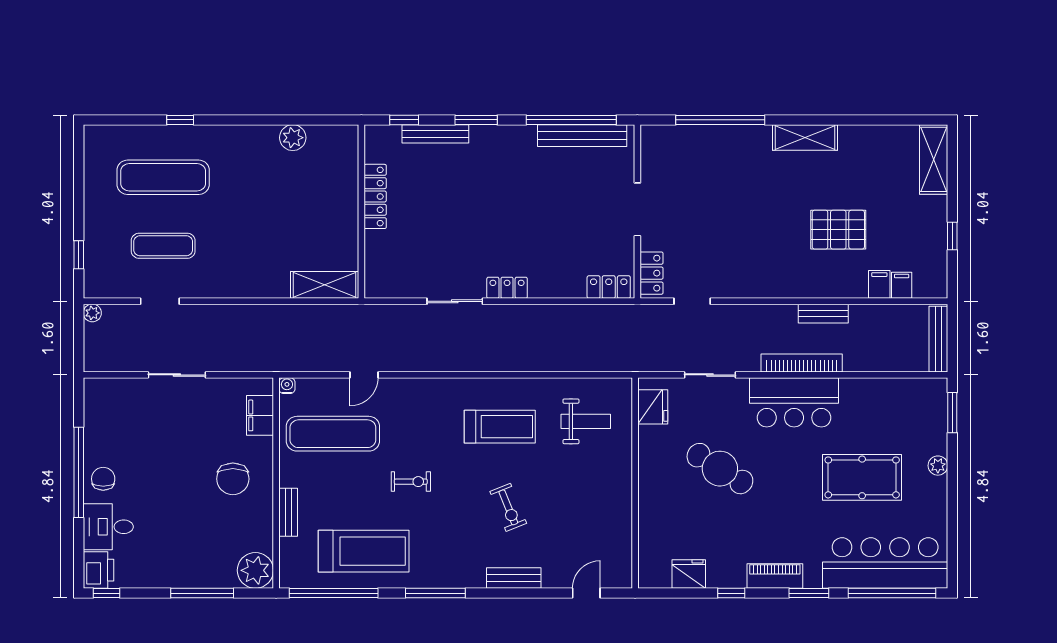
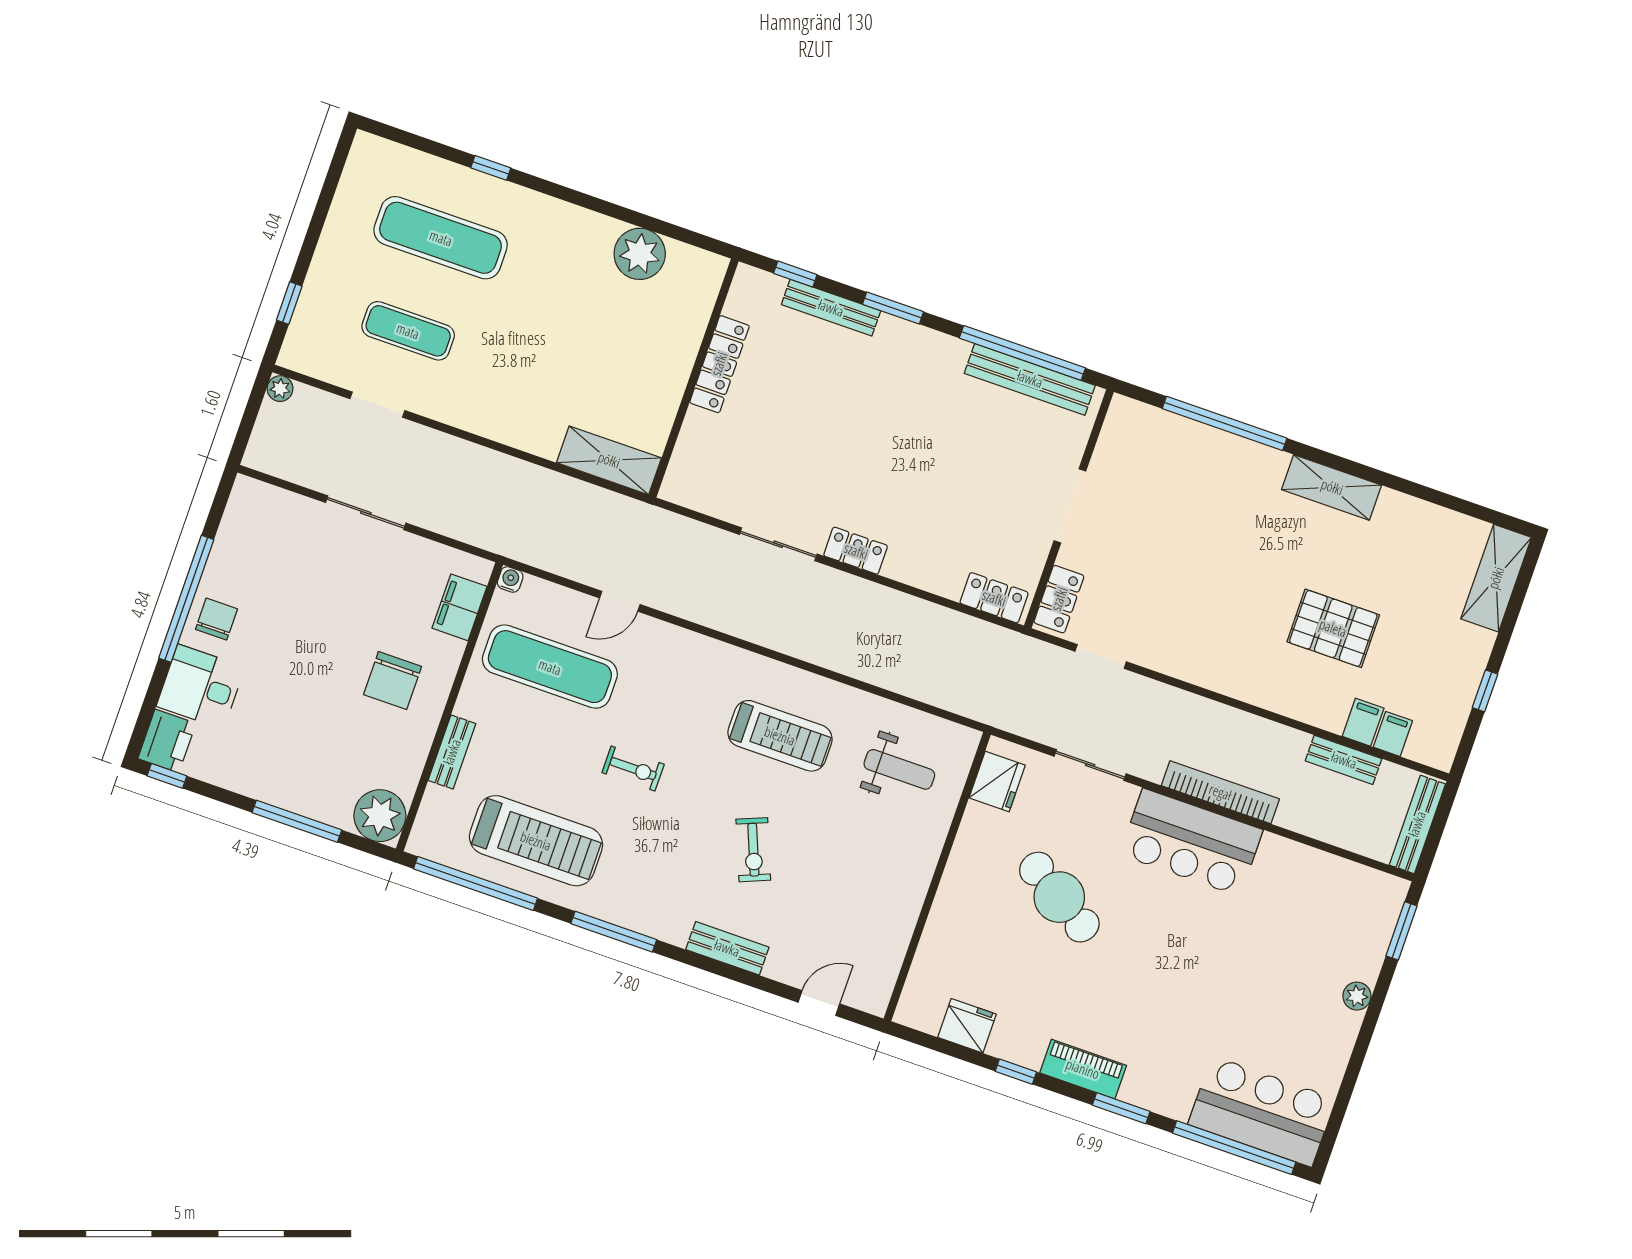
plant: (293, 138) -> (640, 254), width x1.36, depth x1.36
bench: (823, 314) -> (1344, 760), moved
pool table: (862, 477) -> (1248, 976), removed
bar counter: (885, 563) -> (1262, 1111), width x0.73

